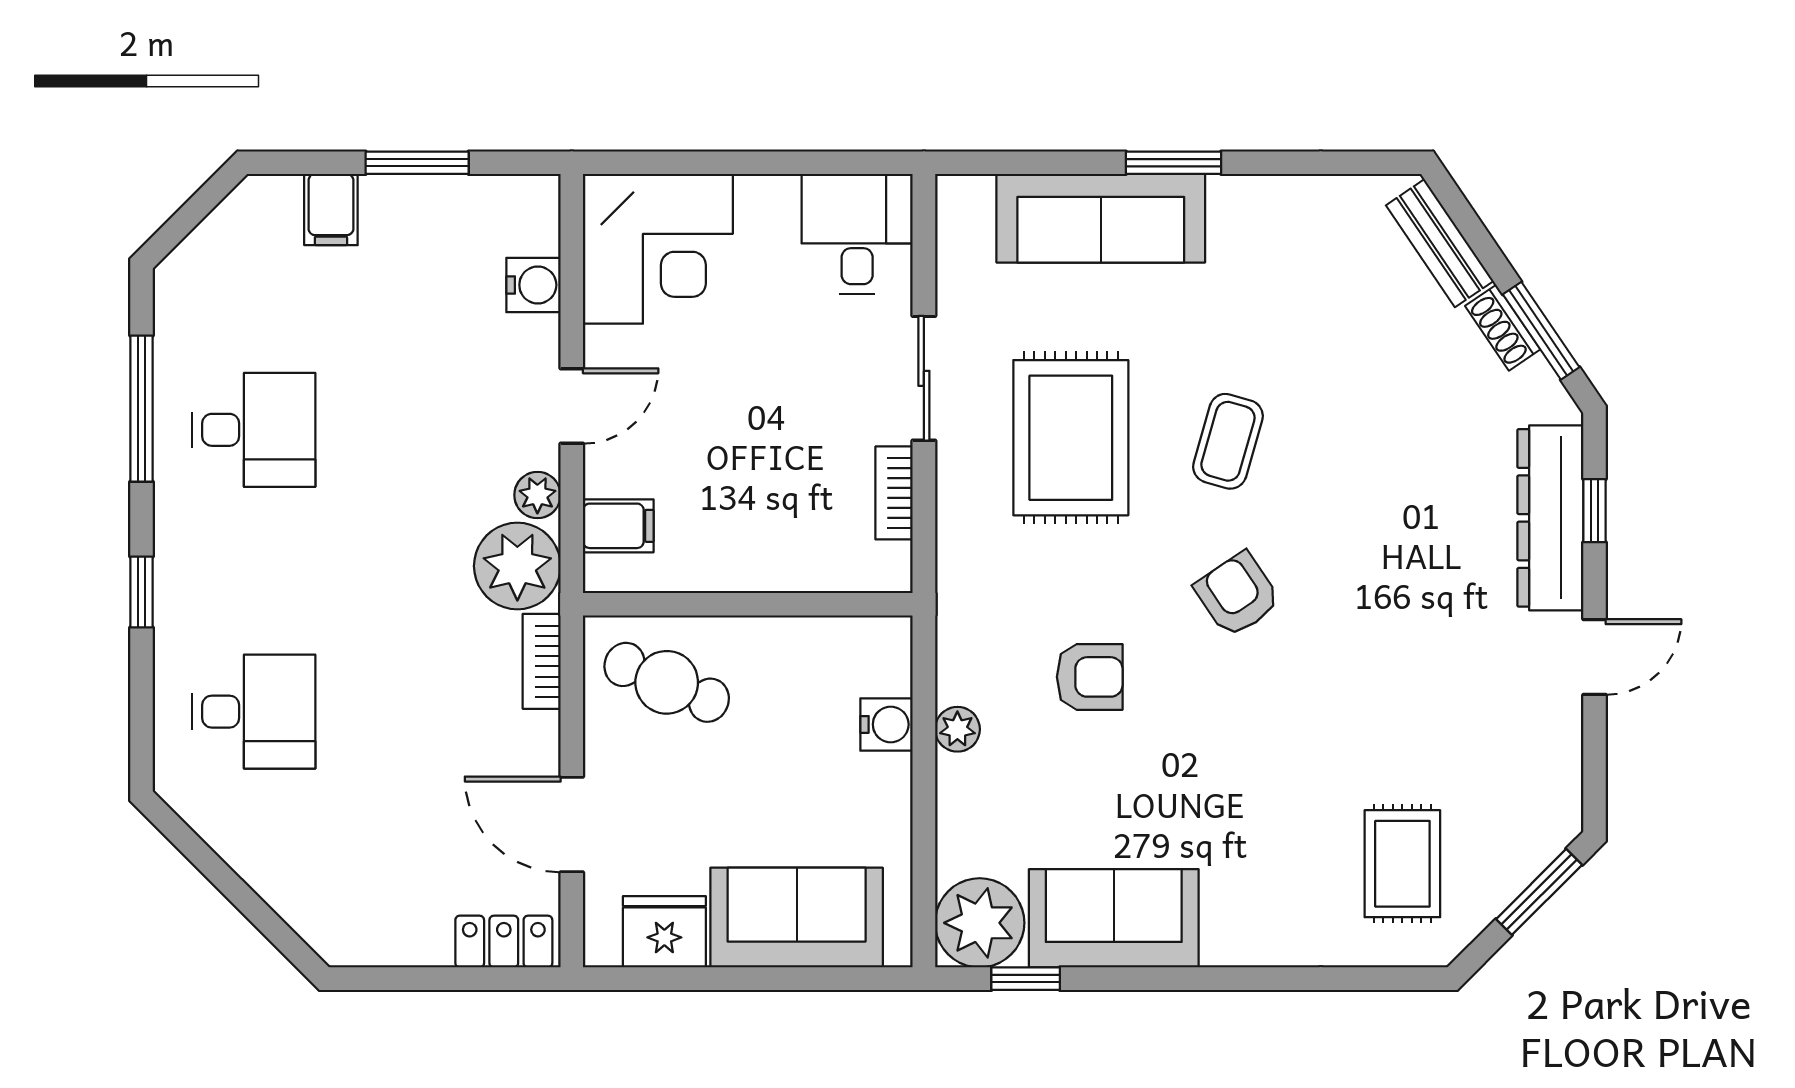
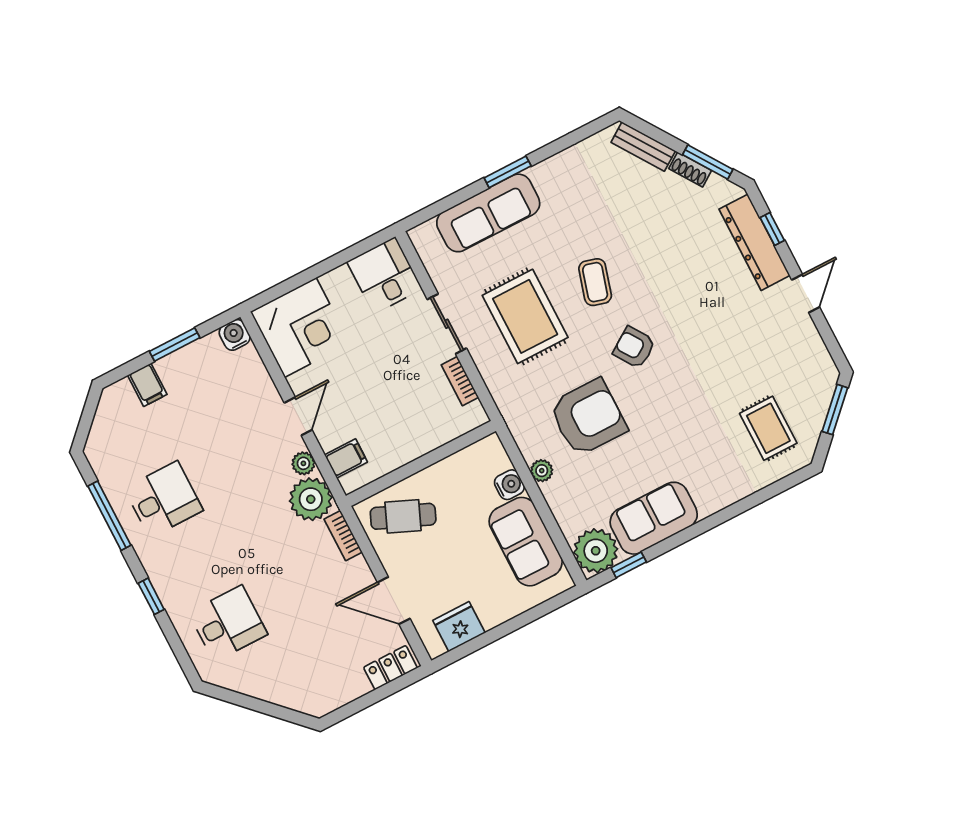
water cooler: (533, 285) -> (235, 335), moved, turned -90
armchair: (1090, 677) -> (588, 417), width x1.88, depth x1.88
sofa: (797, 918) -> (526, 542), moved, turned -90

